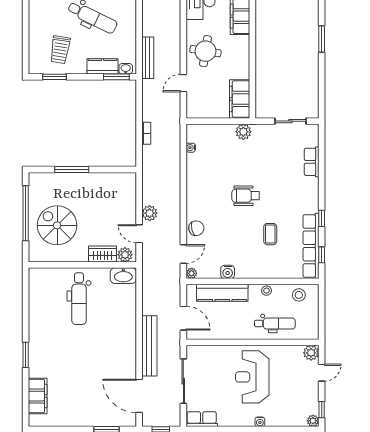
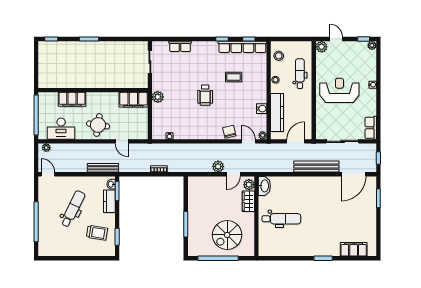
reception desk: (252, 377) -> (339, 90), turned 180

